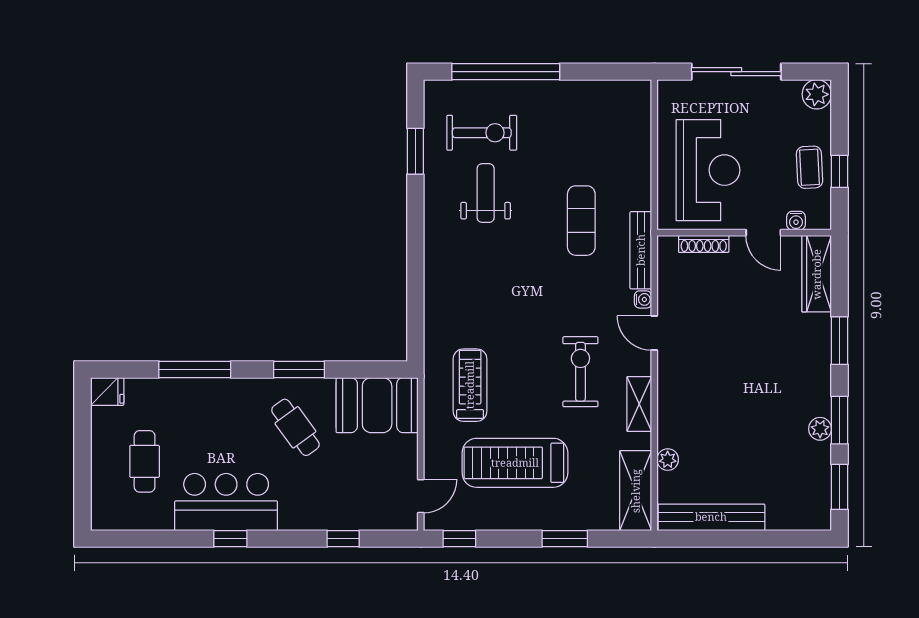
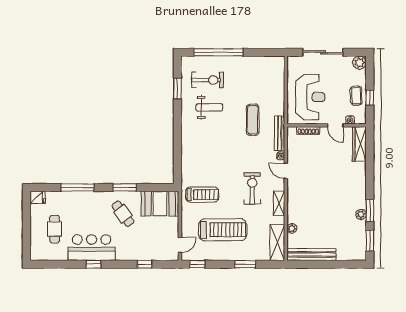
weight bench: (486, 193) -> (209, 107), turned 90
window: (839, 341) -> (370, 174), removed
treadmill: (470, 385) -> (202, 195), turned 90
treadmill: (515, 463) -> (223, 230), turned 180

